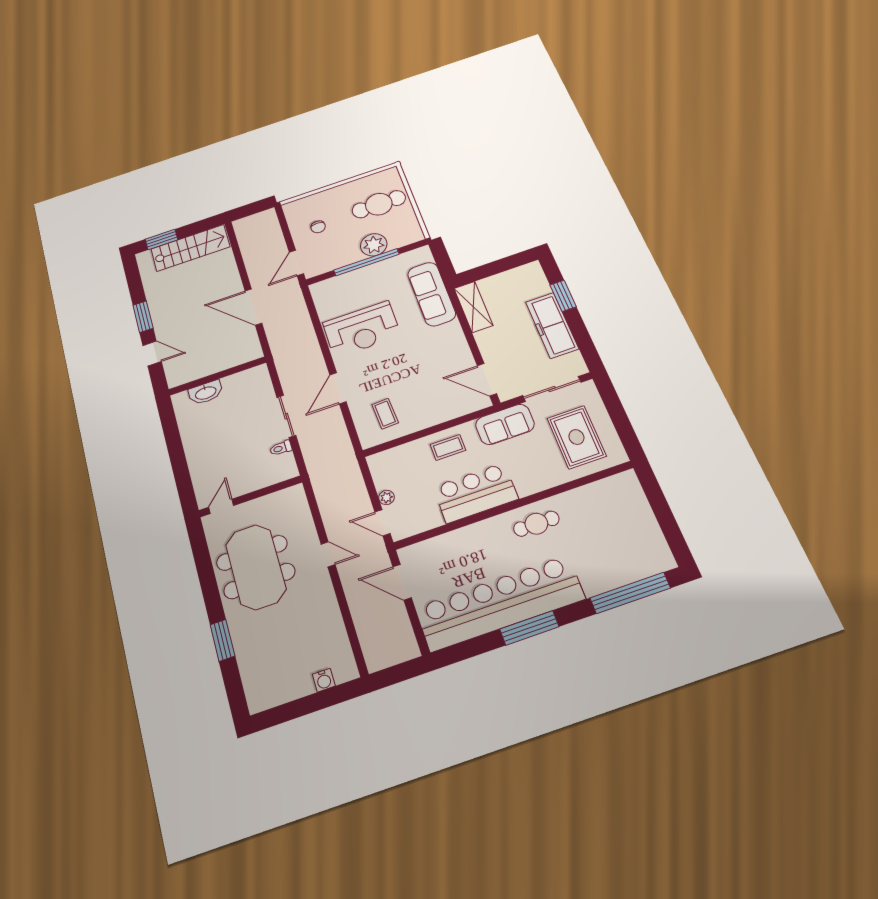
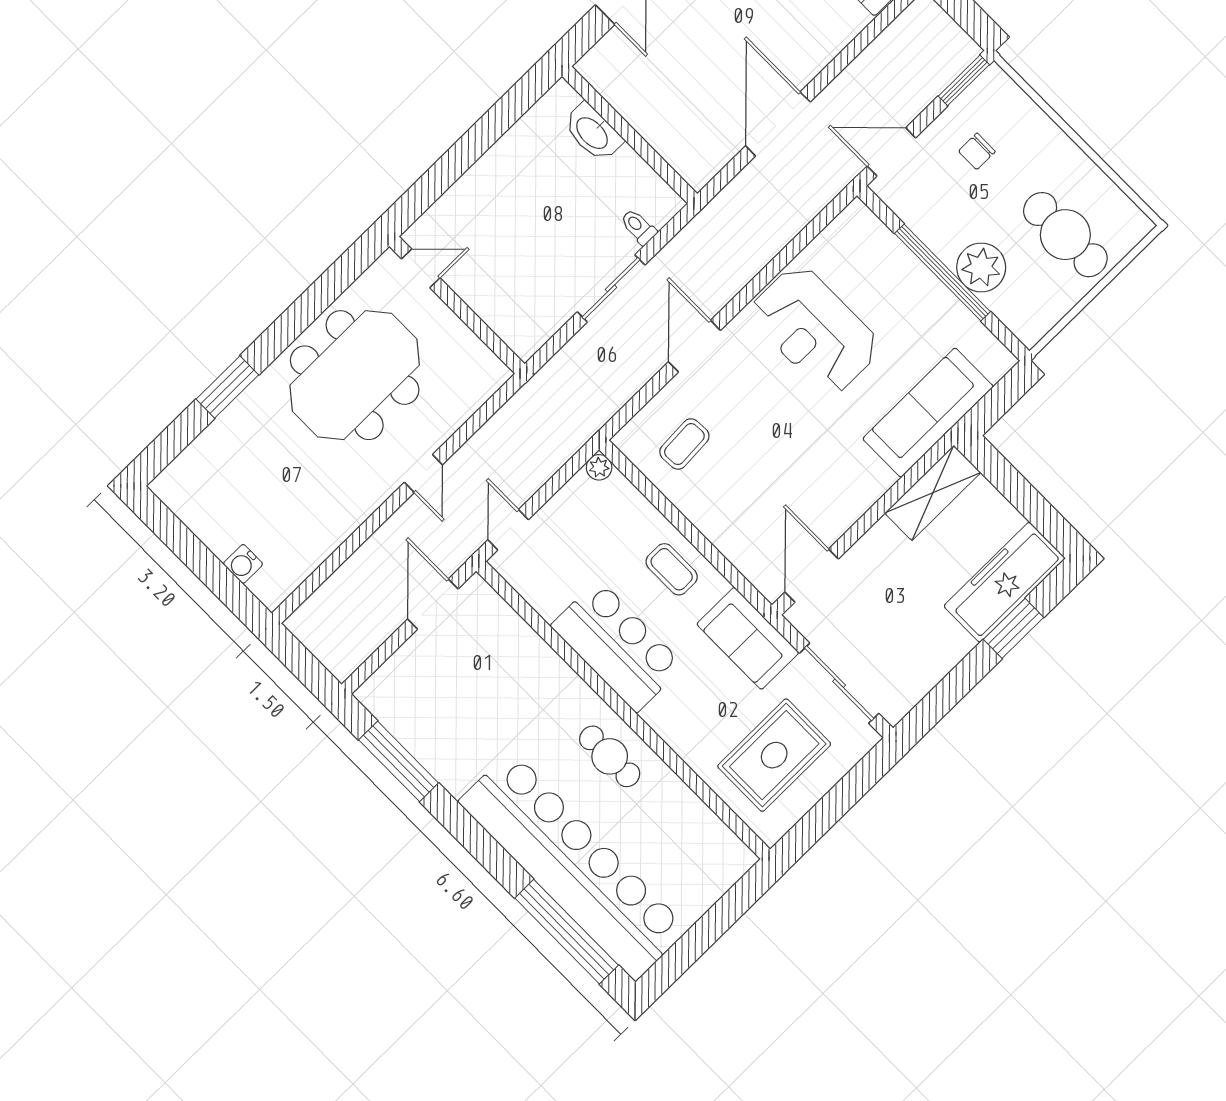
window: (282, 220) -> (964, 80), added
freezer: (552, 325) -> (1004, 582), moved
door: (338, 388) -> (694, 346), hinge flipped
toilet: (281, 448) -> (638, 227), moved
plant: (387, 497) -> (599, 467), moved
bar counter: (500, 603) -> (573, 865), moved
window: (529, 628) -> (399, 761), moved

